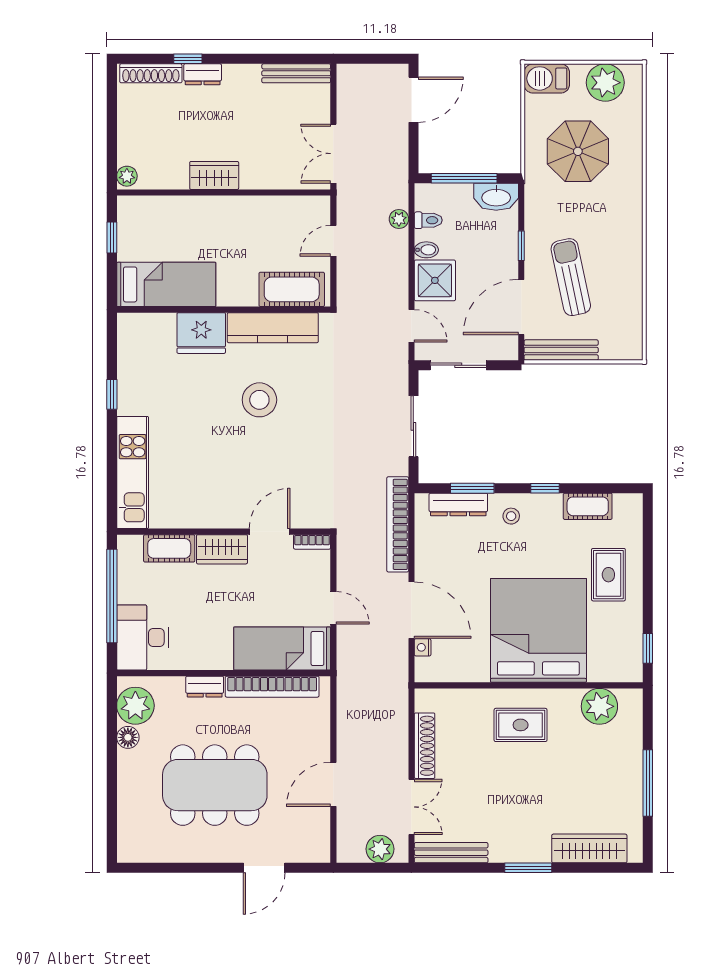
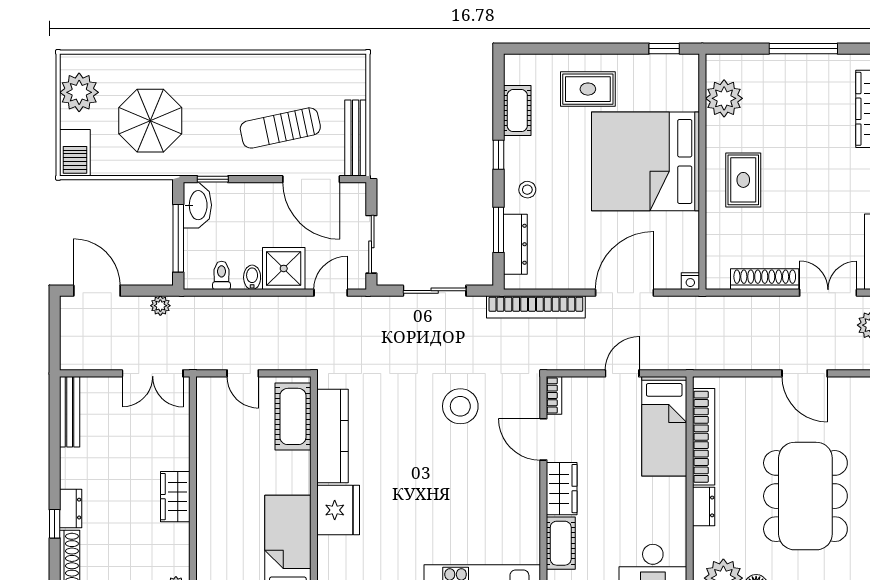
plant: (399, 219) -> (160, 306), moved
window: (521, 246) -> (213, 179), moved
stool: (259, 400) -> (460, 406), moved
nightstand: (423, 647) -> (690, 281), moved

